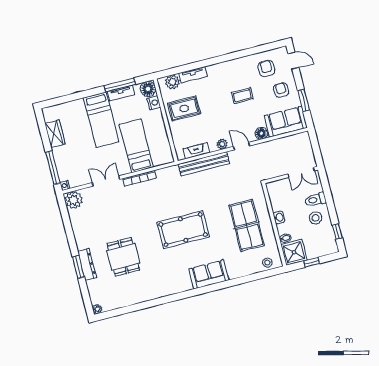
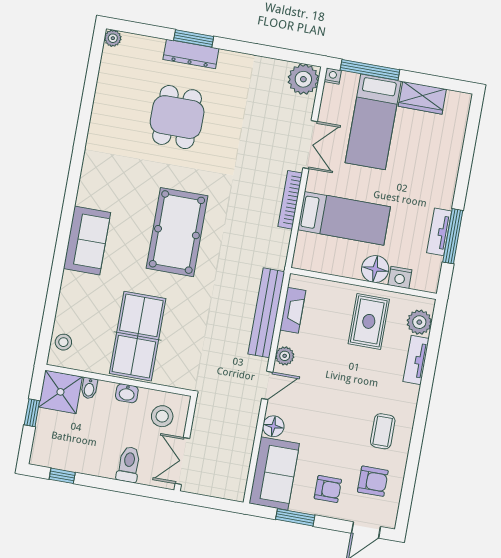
floor lamp: (148, 89) -> (375, 269), moved
coffee table: (242, 96) -> (383, 431), moved
bed: (101, 120) -> (373, 122), moved, turned -90
stool: (316, 218) -> (162, 416), moved
table tennis table: (247, 225) -> (138, 336), turned 90
dining table: (123, 257) -> (177, 117), turned 90

